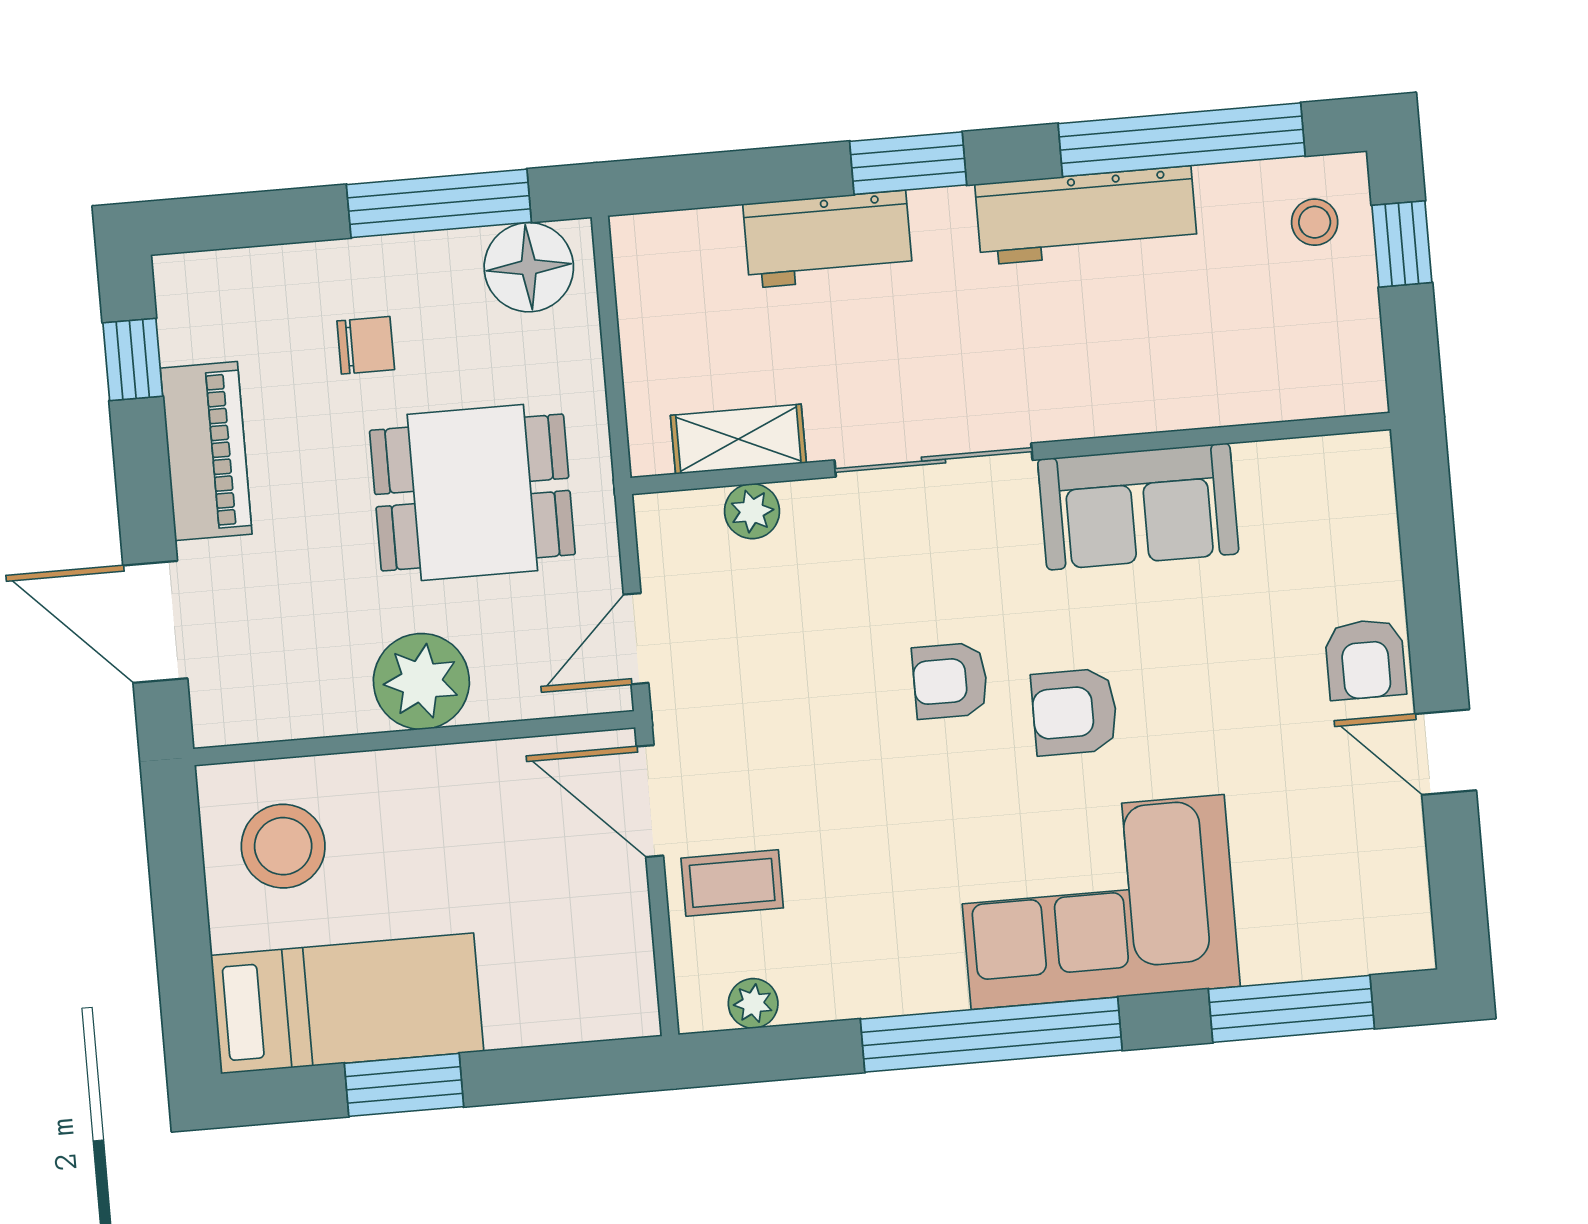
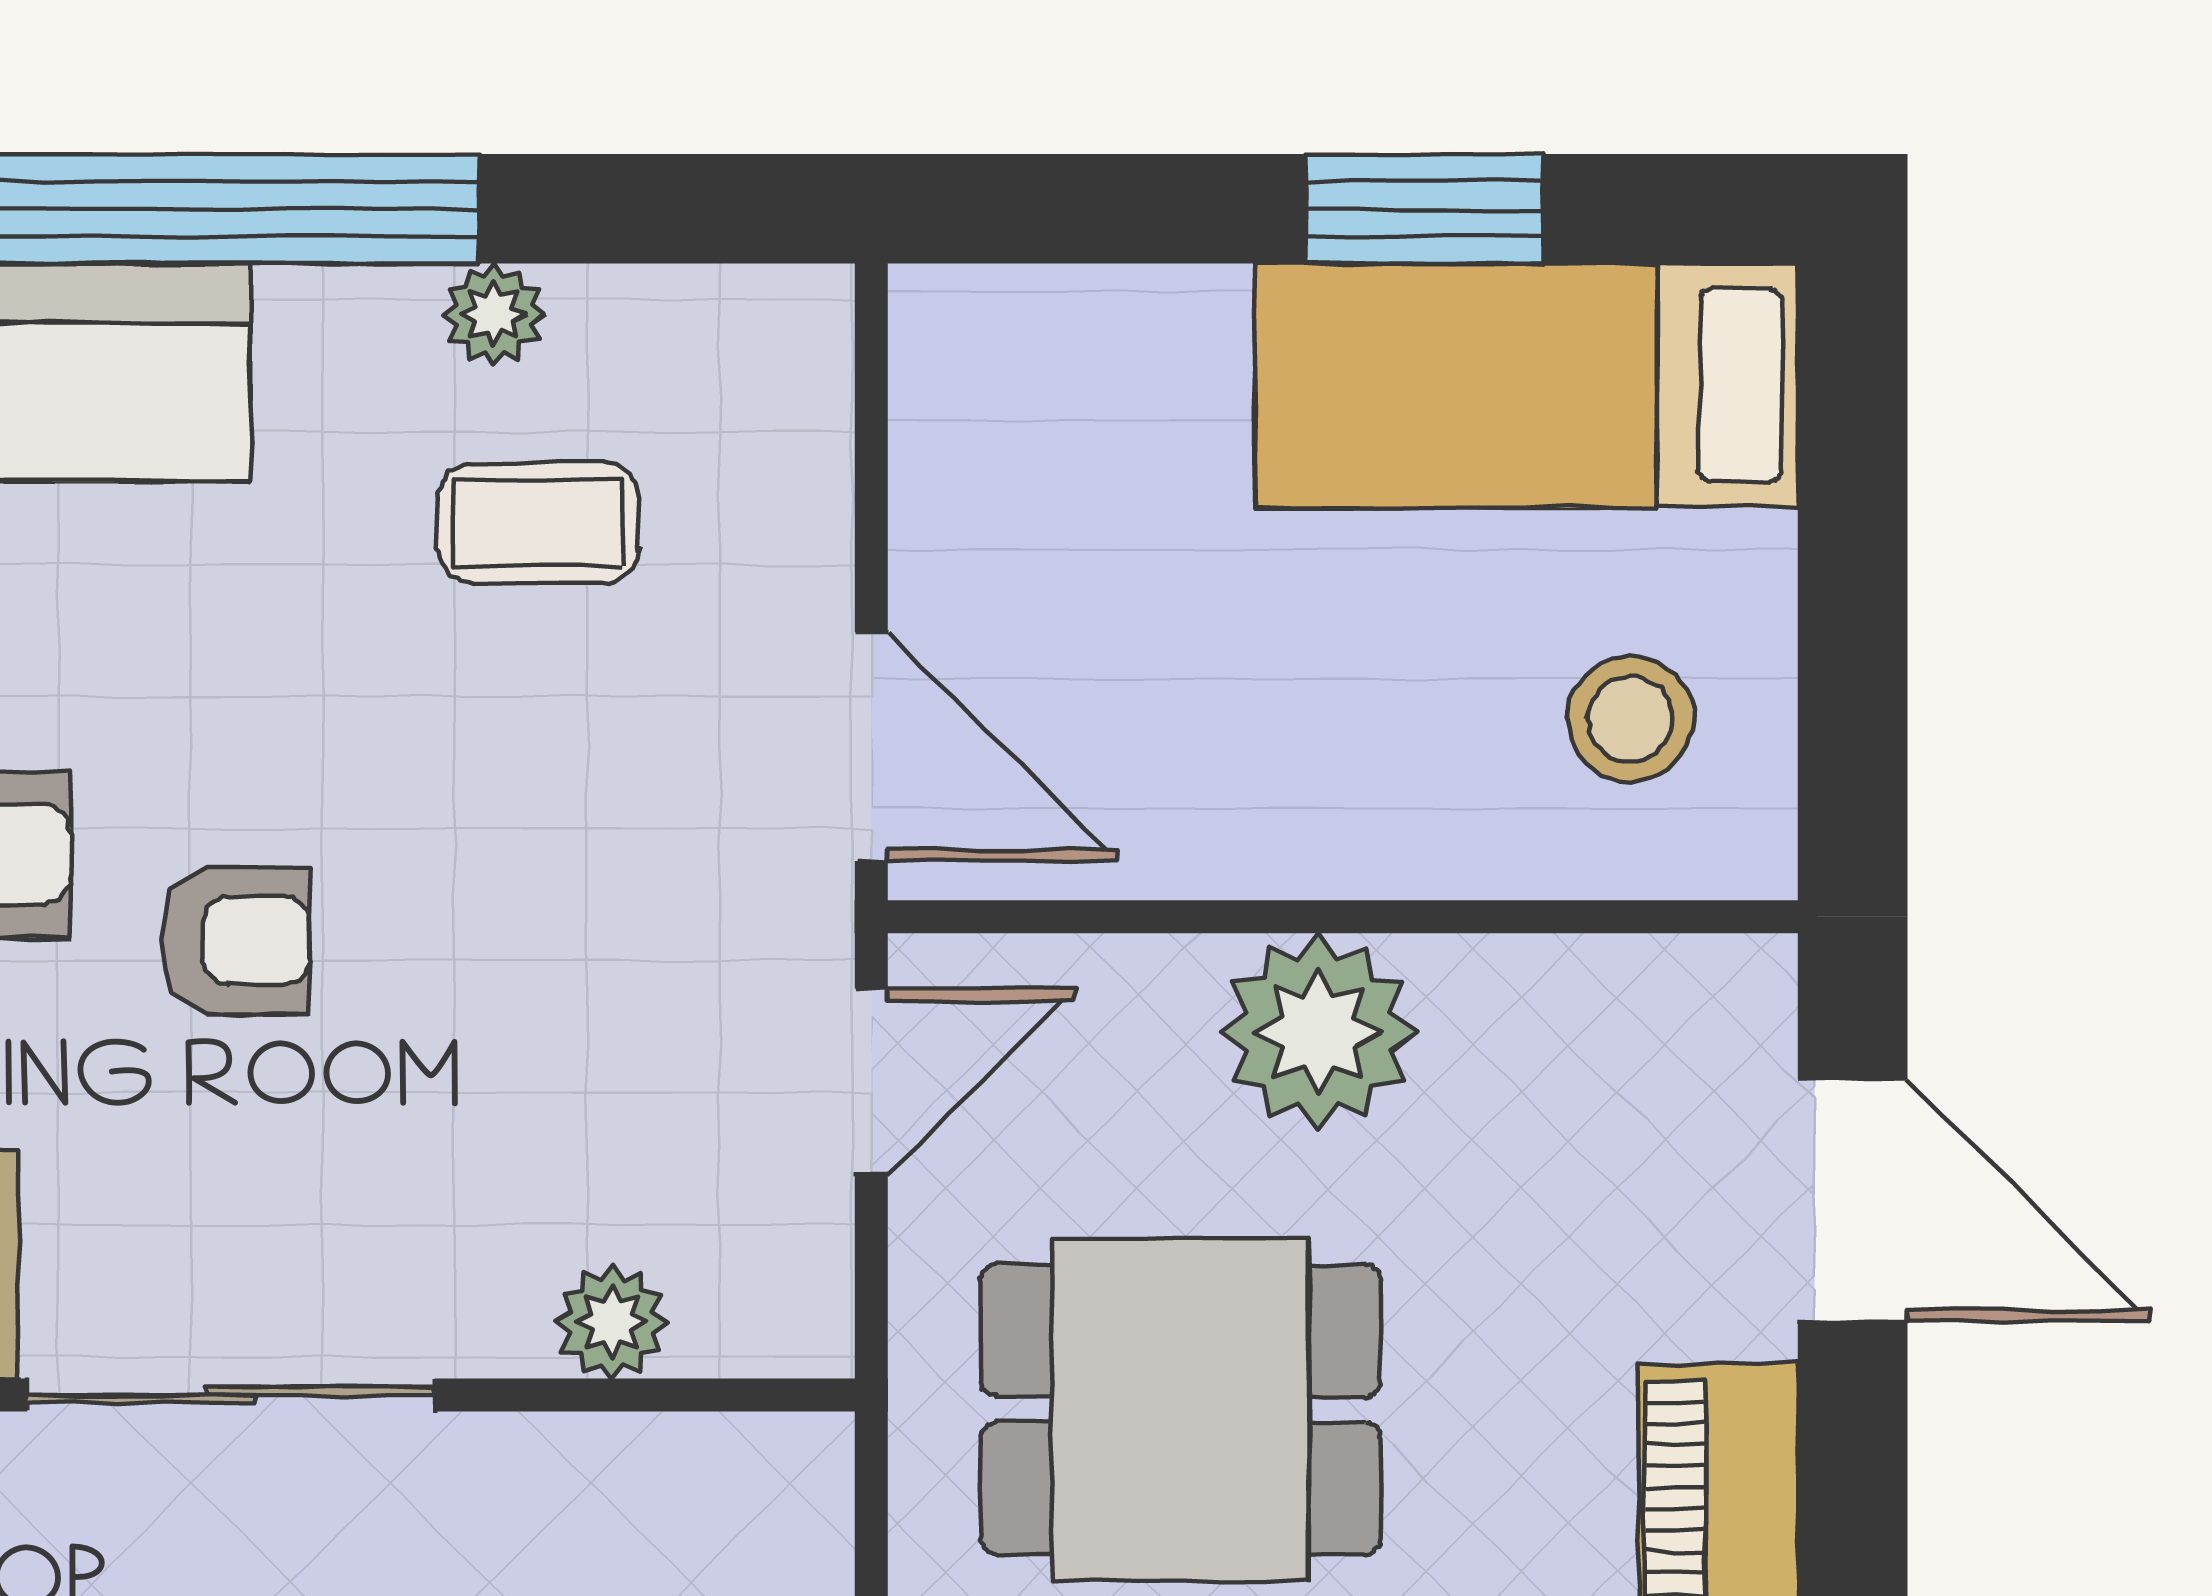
shelving: (738, 439) -> (627, 1472), removed
stool: (283, 846) -> (1630, 719), width x0.73, depth x0.73
coffee table: (732, 883) -> (538, 523), moved
plant: (753, 1003) -> (494, 314), moved

